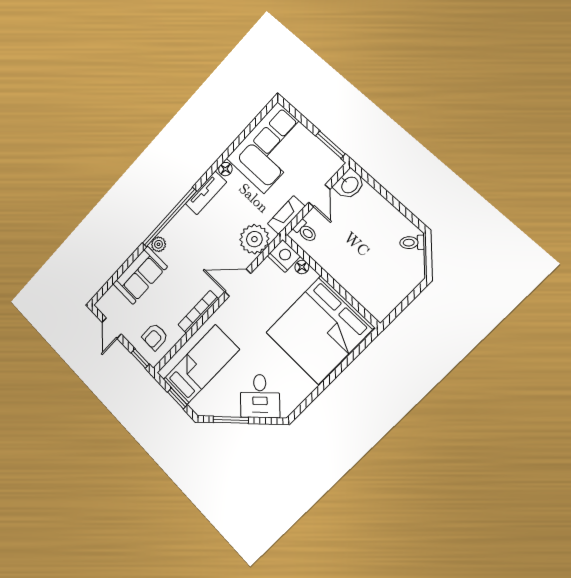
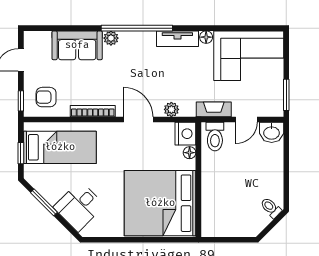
toilet: (305, 231) -> (215, 137), width x1.37, depth x1.39
plant: (254, 239) -> (171, 109), width x0.53, depth x0.53

